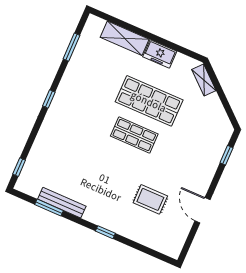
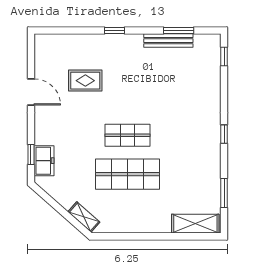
shelving: (125, 38) -> (195, 224), moved
freezer: (160, 54) -> (44, 161), moved, turned 90

